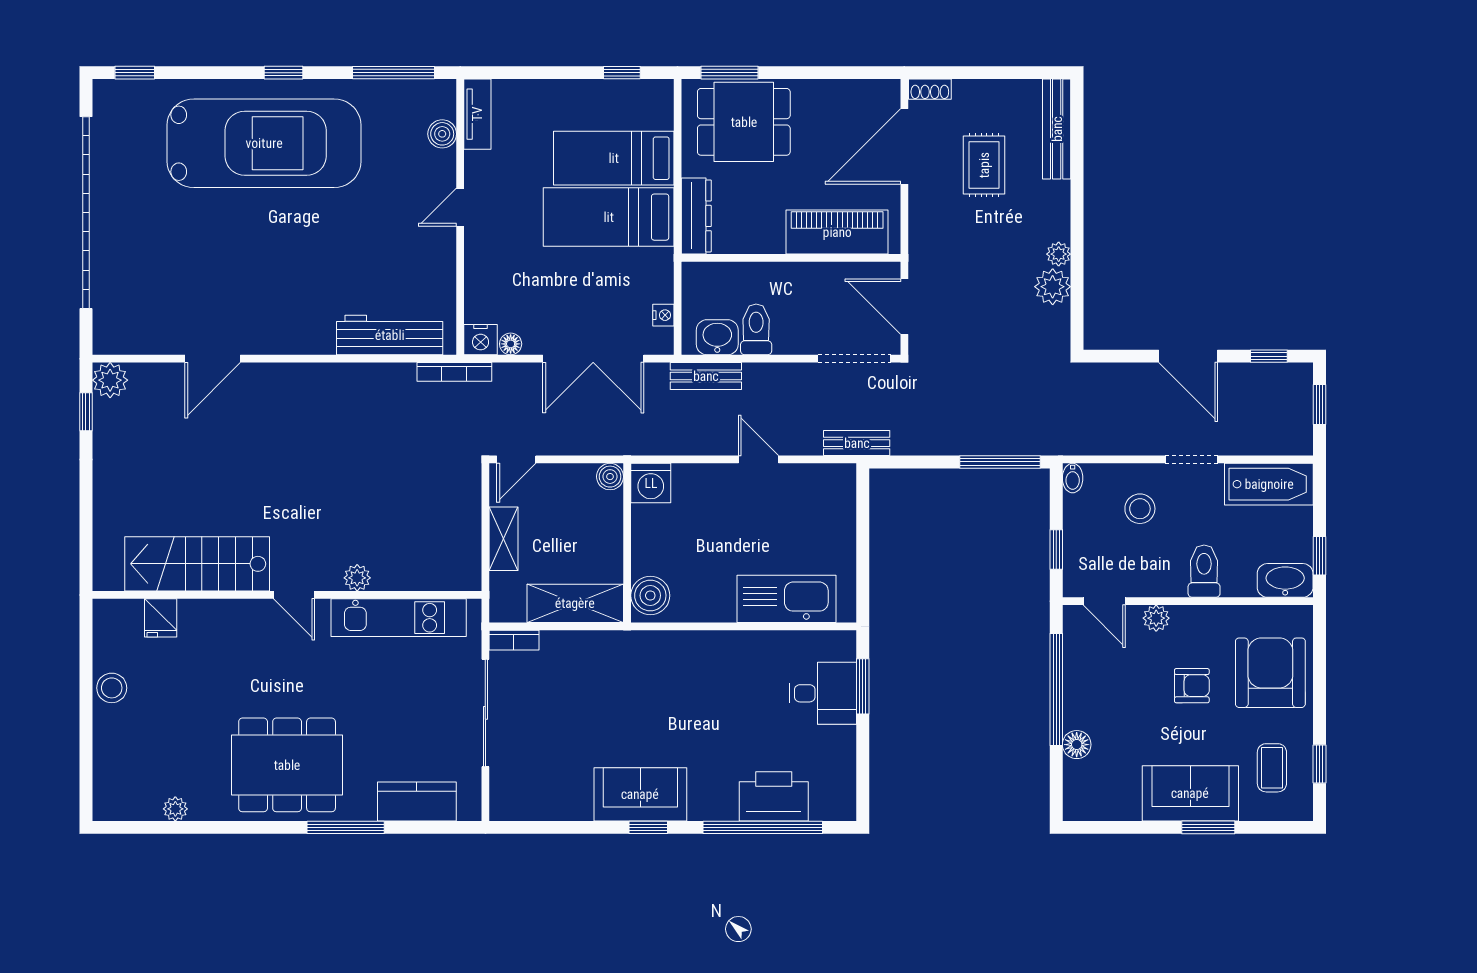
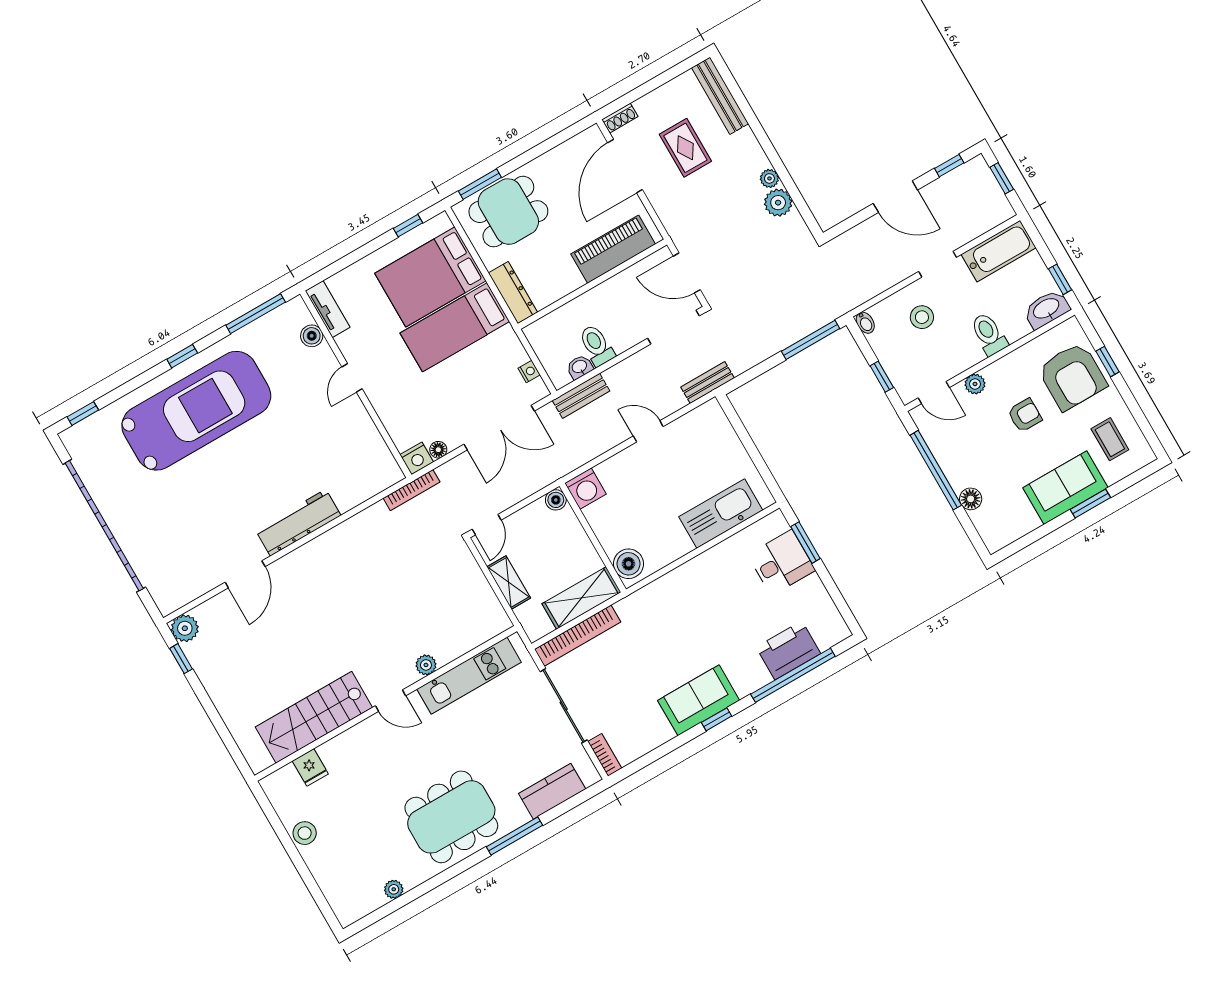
bed: (614, 158) -> (430, 277), width x1.50
workbench: (390, 335) -> (298, 523), moved
washbasin: (717, 337) -> (580, 367), width x0.72, depth x0.69
bookcase: (514, 640) -> (578, 636), width x2.31, depth x1.31
armchair: (1270, 673) -> (1072, 376), turned 180
window: (1320, 764) -> (1107, 362), moved
bookcase: (500, 795) -> (605, 755), added

